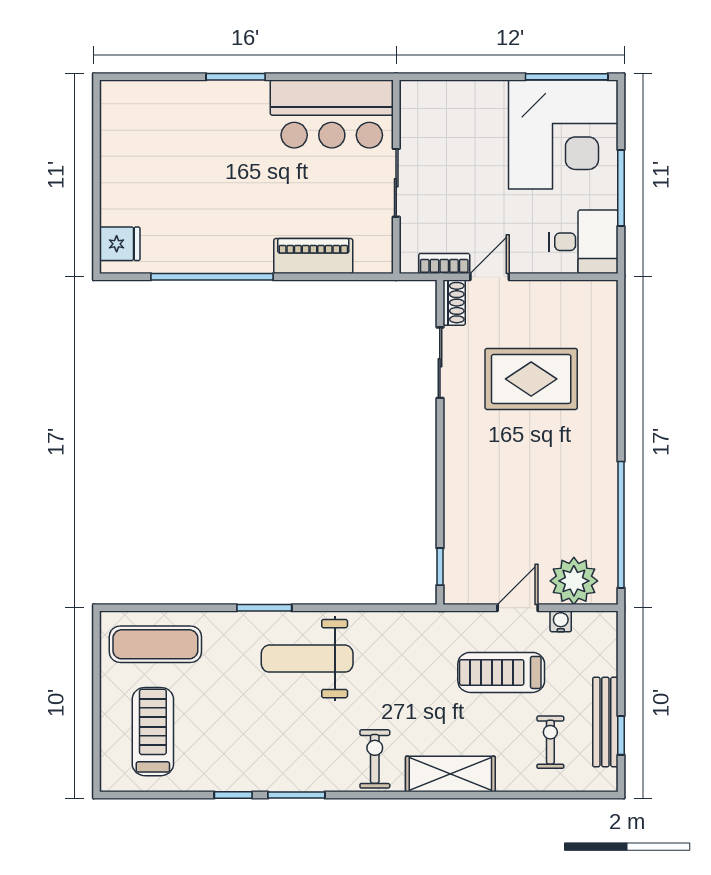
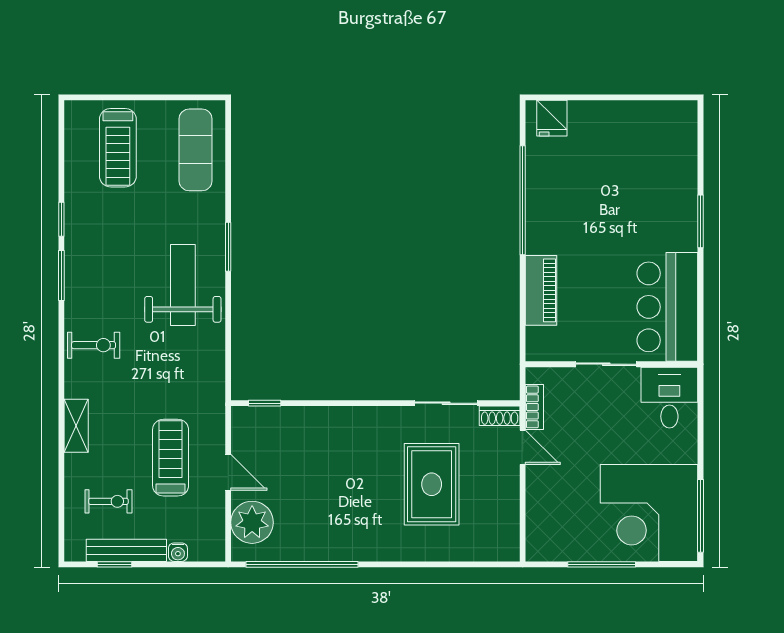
desk: (584, 242) -> (669, 398), moved, turned 180
water cooler: (561, 621) -> (178, 552), moved, turned 90
treadmill: (153, 732) -> (118, 148), turned 90
shelving: (450, 774) -> (76, 426), width x0.67, depth x0.75

